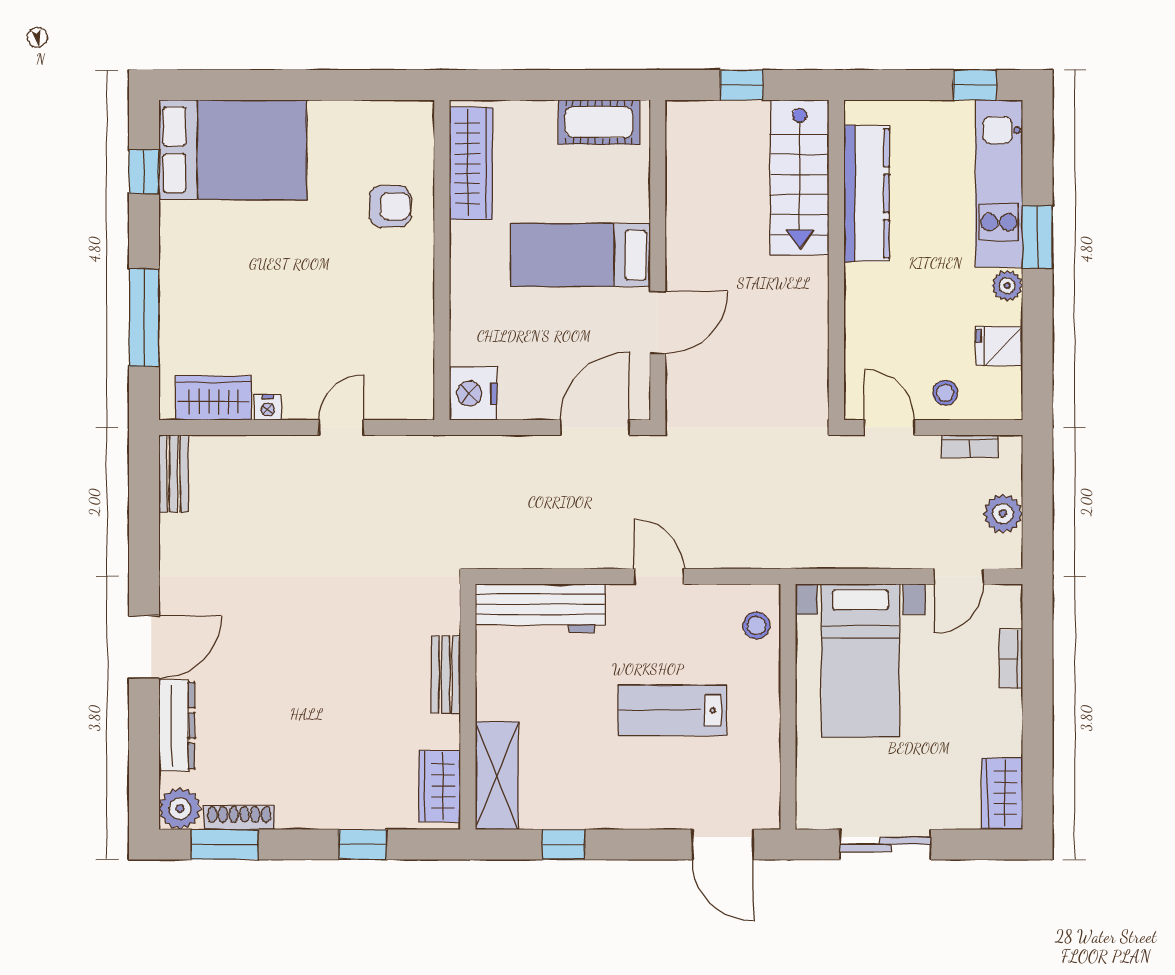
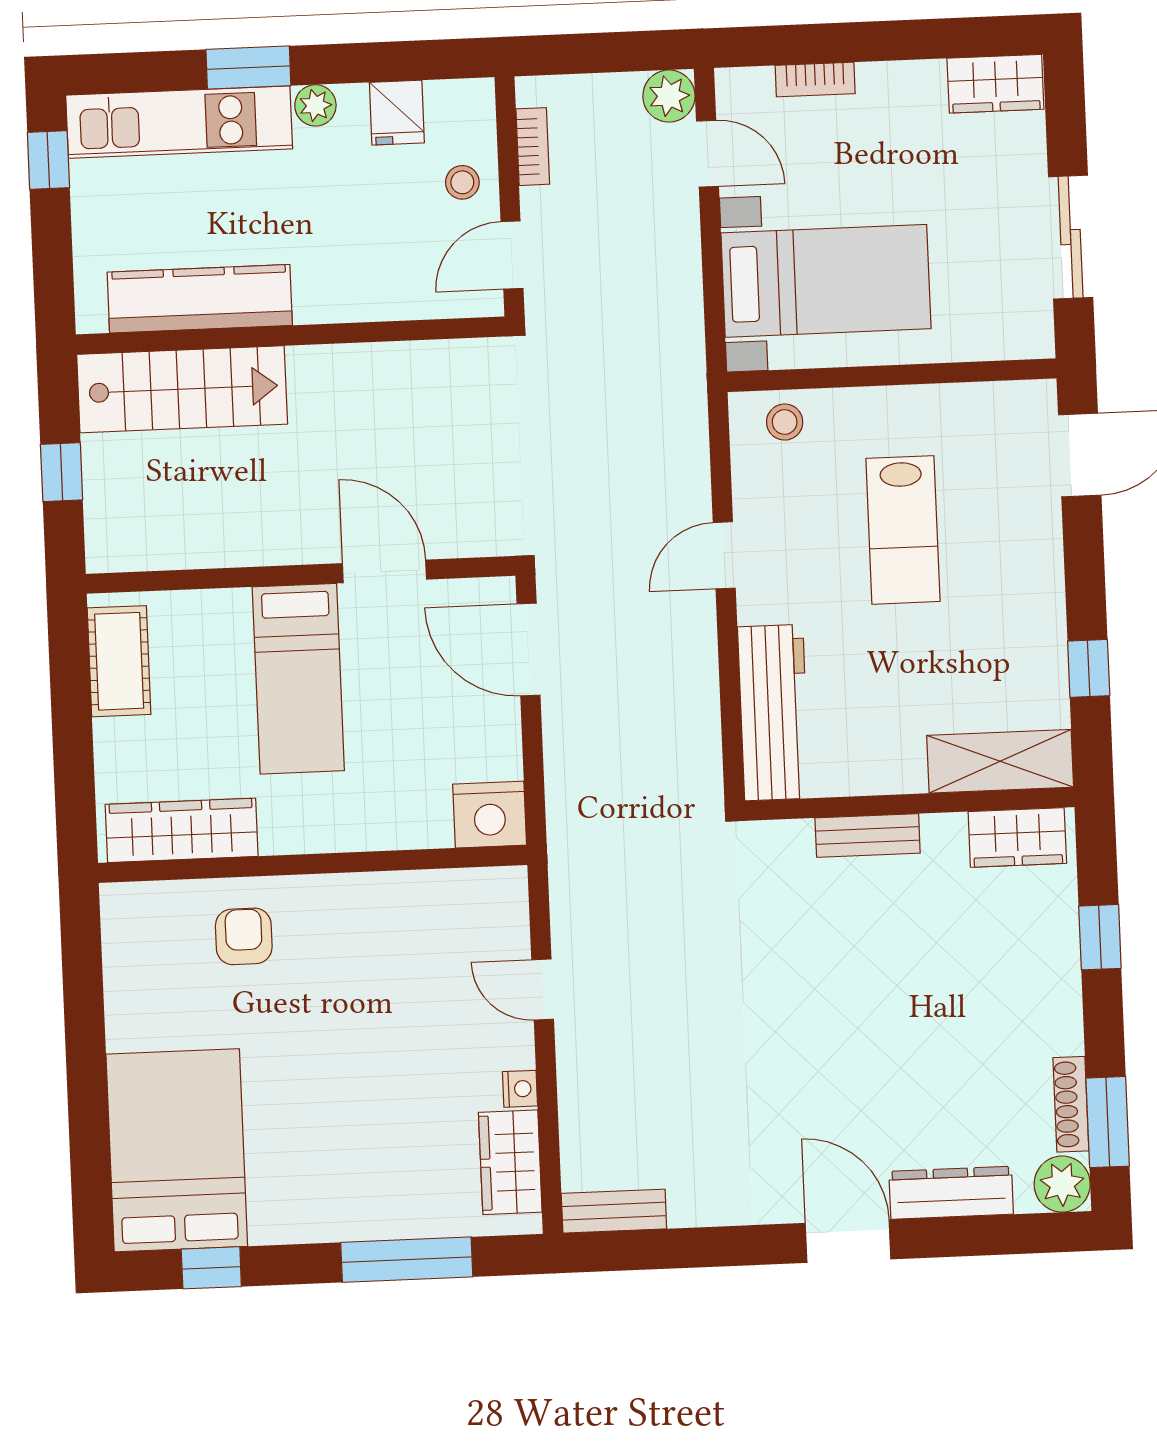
plant: (1003, 513) -> (669, 96), moved

